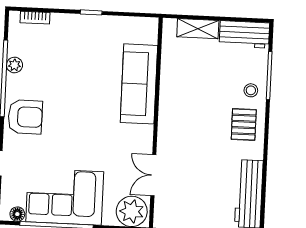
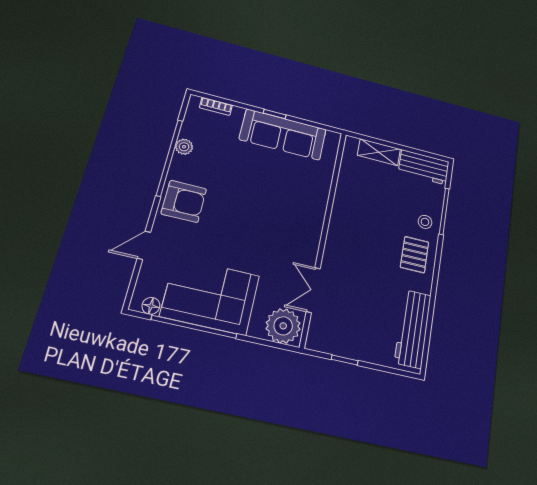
sofa: (139, 84) -> (283, 134), moved, turned -90

